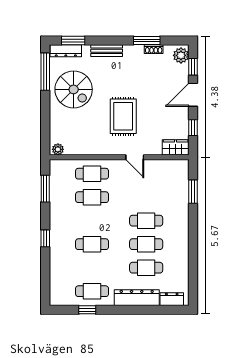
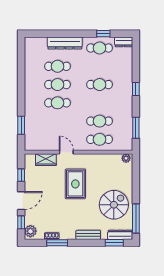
spiral stairs: (74, 89) -> (114, 205), turned 90
wardrobe: (176, 147) -> (46, 160), moved
dresser: (172, 299) -> (124, 42), moved

